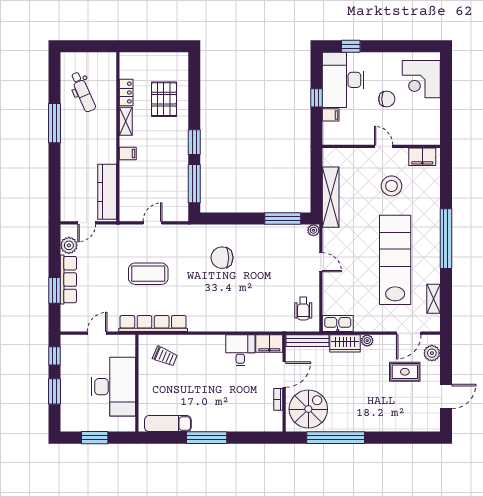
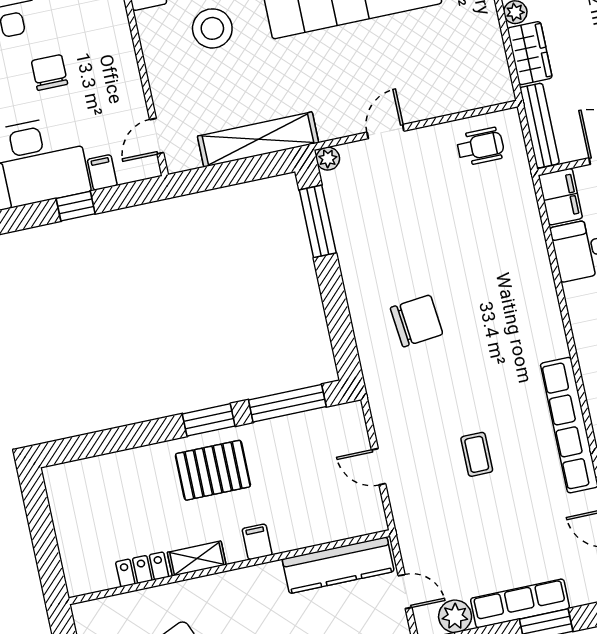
pallet: (164, 99) -> (213, 470), moved
door: (384, 146) -> (157, 136), moved
chair: (222, 258) -> (417, 321), turned -96
coffee table: (148, 274) -> (477, 454), width x0.54, depth x0.58
kitchen sink: (338, 324) -> (495, 75), removed

